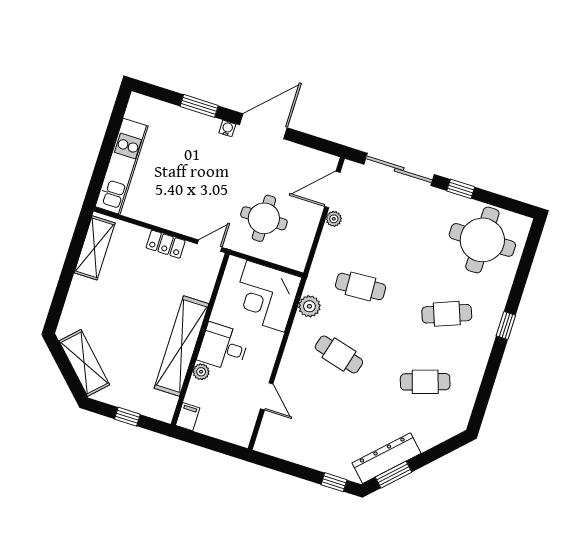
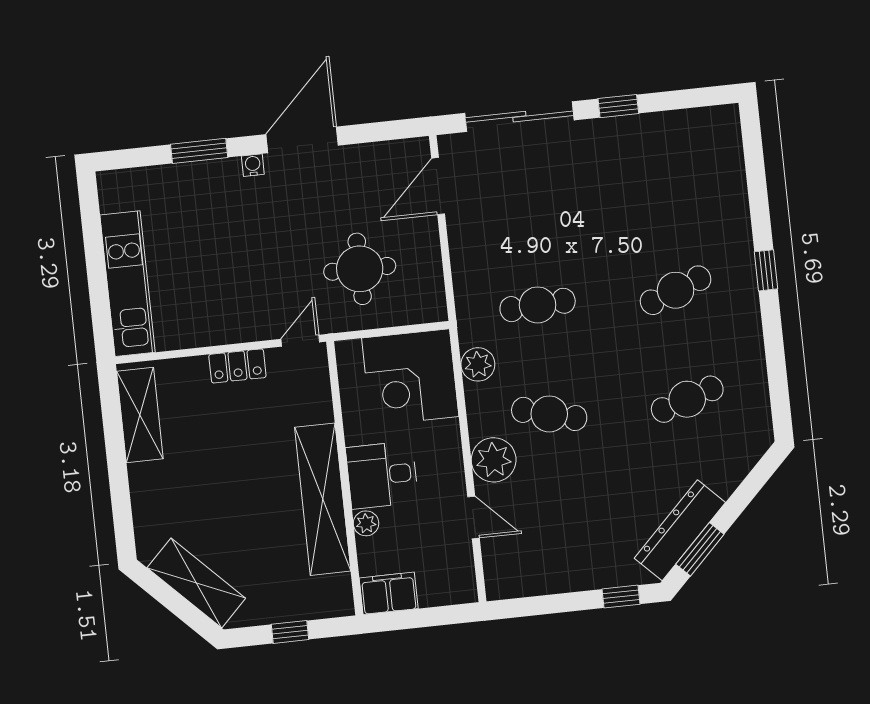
plant: (334, 219) -> (494, 460), moved, width x1.88, depth x1.88
round table: (482, 240) -> (680, 164), removed
filing cabinet: (188, 417) -> (389, 593), width x2.00

